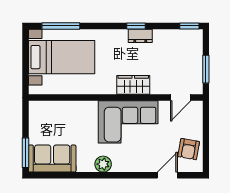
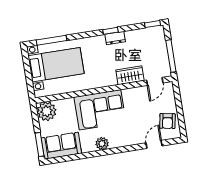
window: (206, 69) -> (171, 56), width x1.44
wardrobe: (133, 85) -> (130, 75), moved
plant: (41, 113) -> (47, 111), added
corner sofa: (128, 122) -> (100, 110), moved

